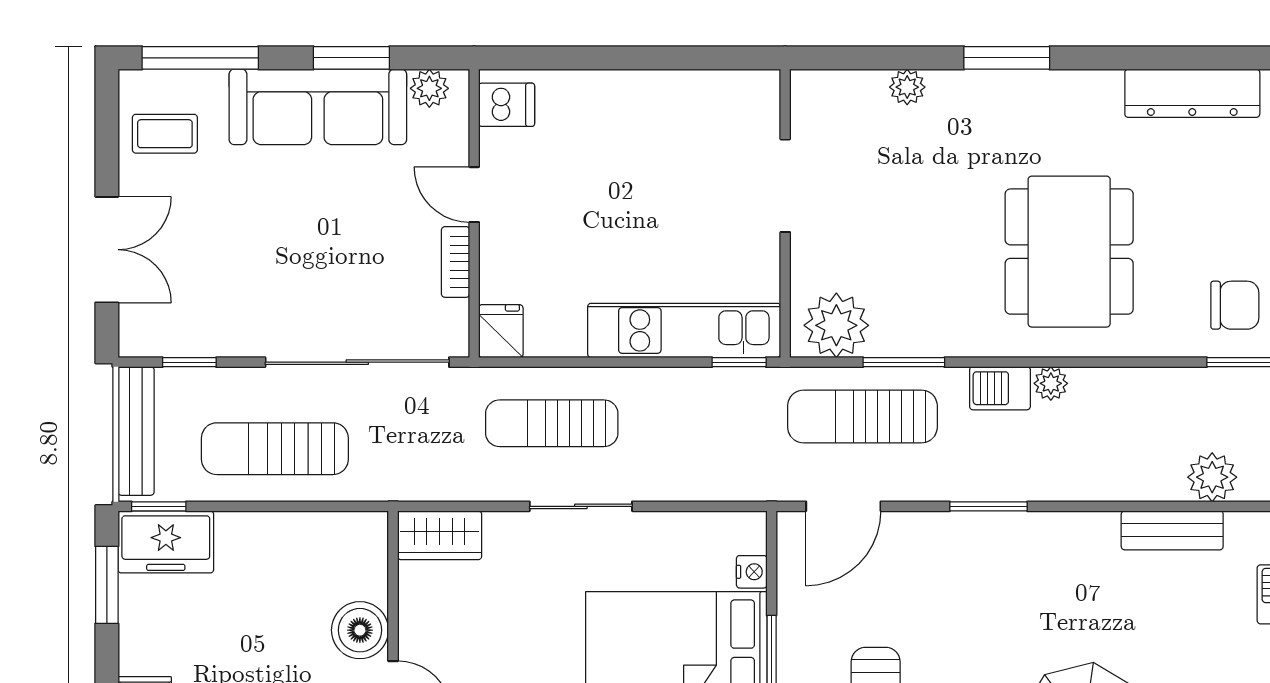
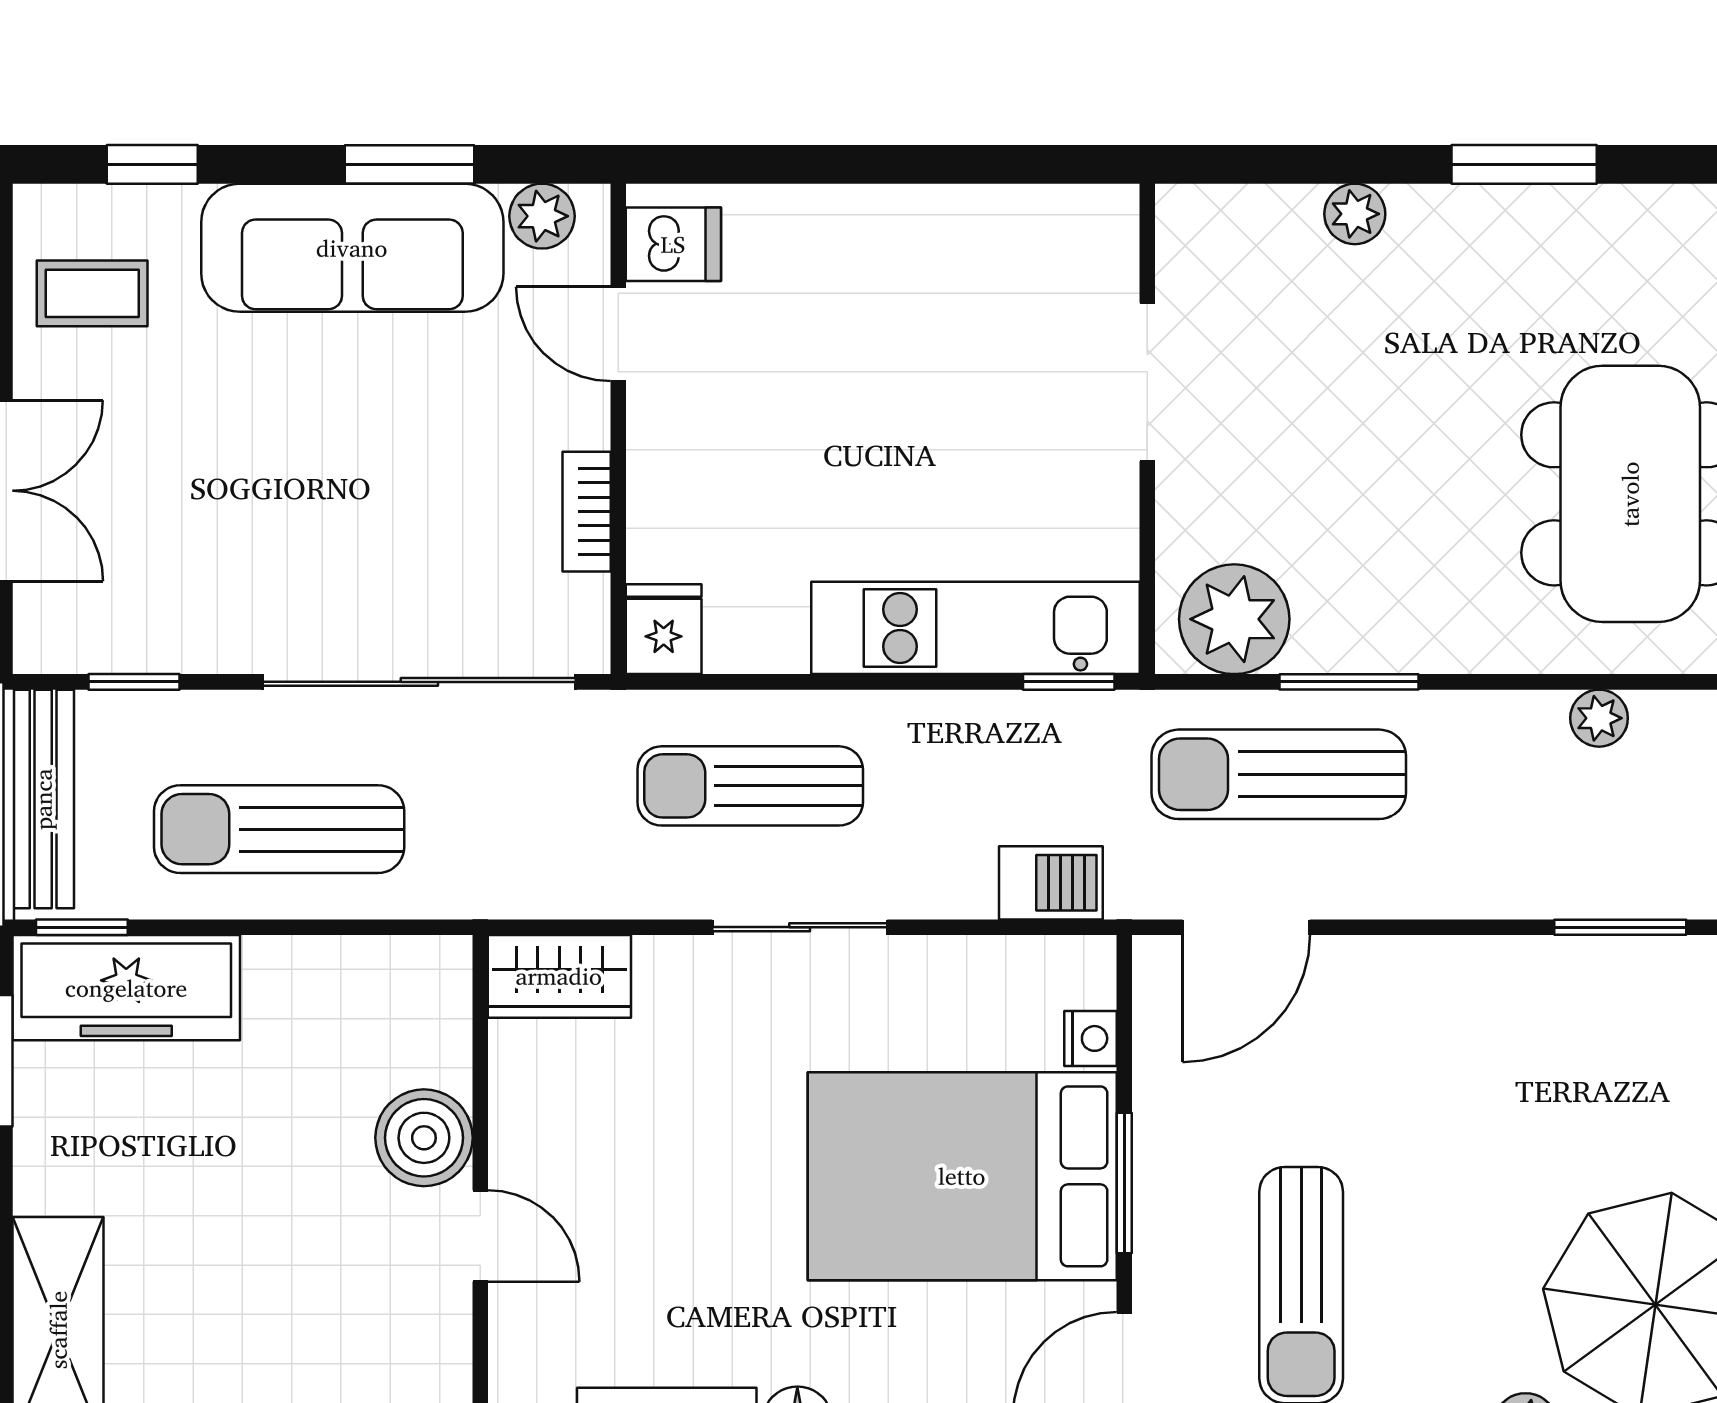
window: (200, 58) -> (152, 164), width x0.46
door: (474, 195) -> (618, 334), moved
barbecue: (1000, 388) -> (1051, 883), moved, turned 180
window: (988, 506) -> (1620, 927), moved
freezer: (166, 542) -> (126, 988), width x1.40

